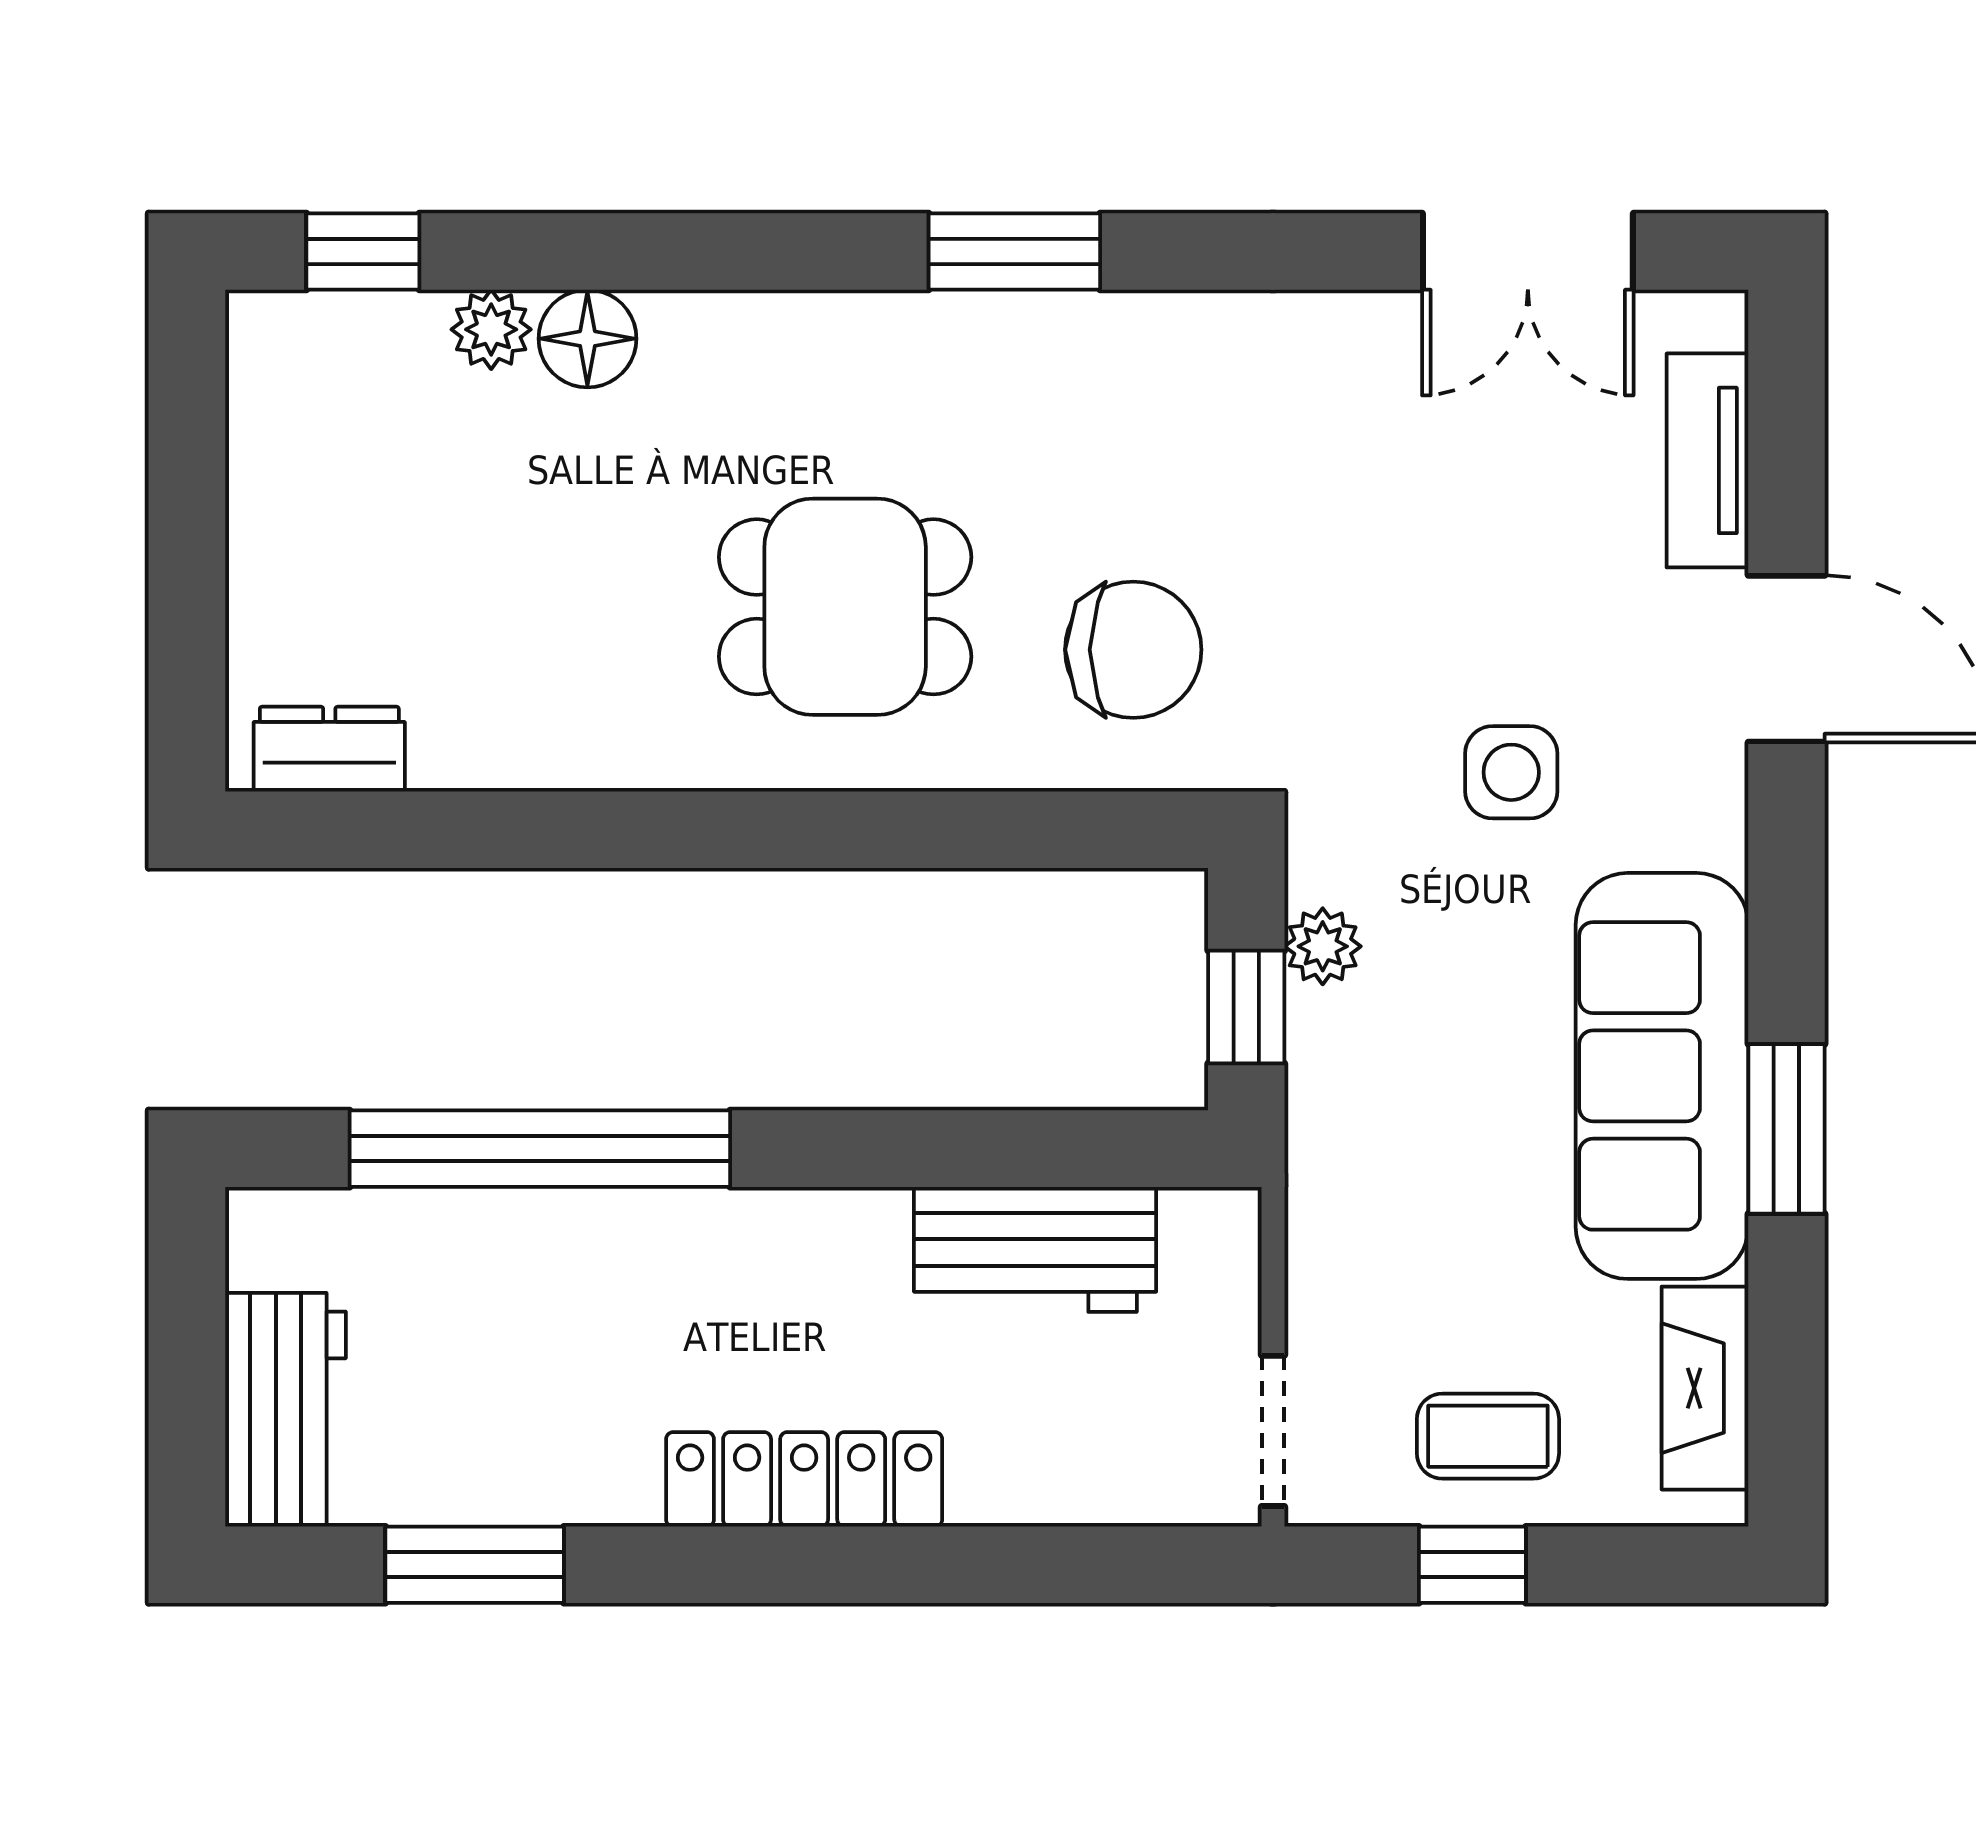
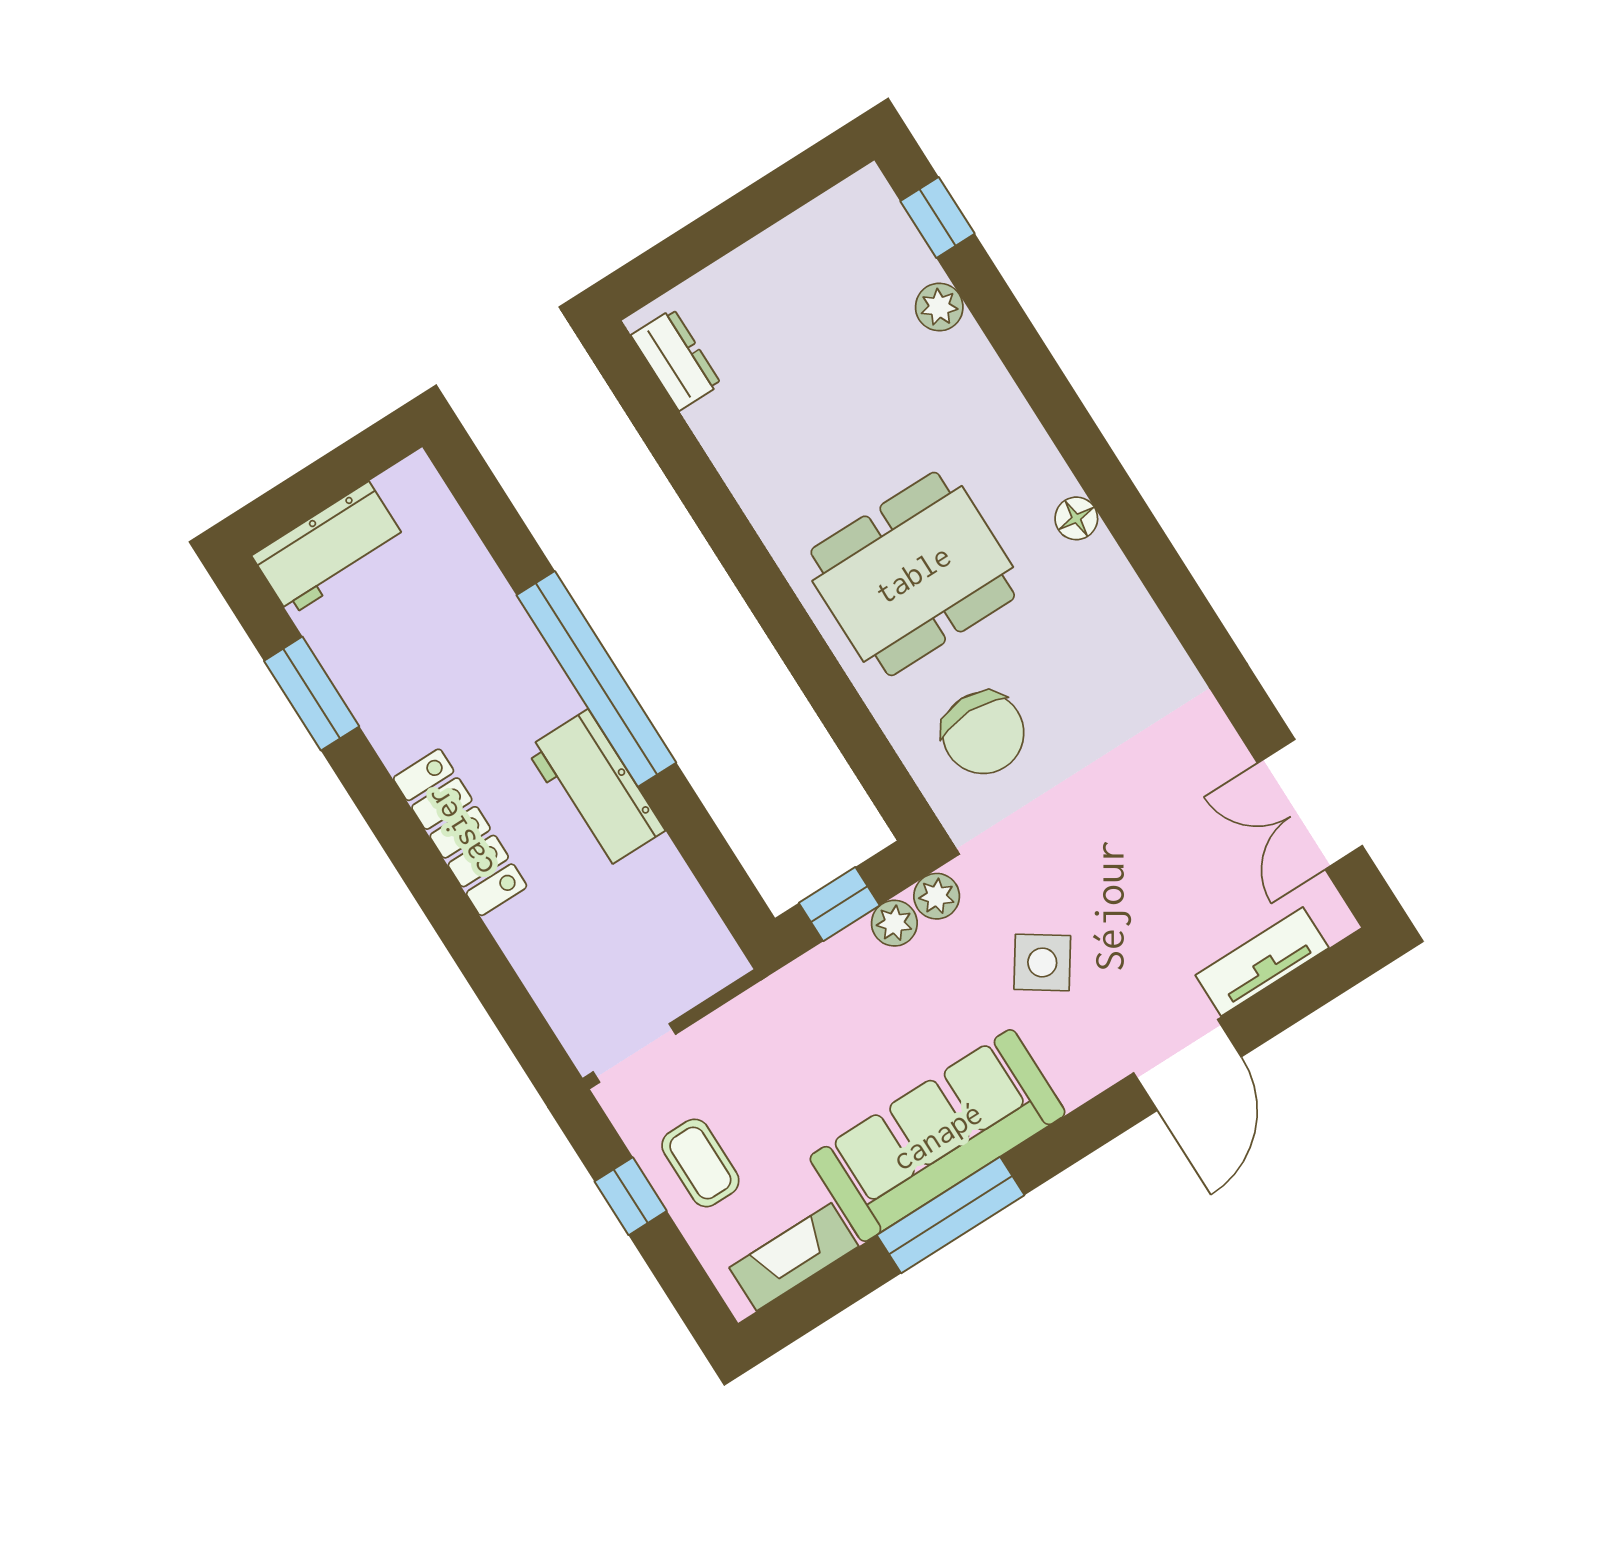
window: (1014, 251) -> (1146, 546), removed
floor lamp: (587, 339) -> (1076, 518), moved, width x0.73, depth x0.73
dining table: (845, 607) -> (913, 574), width x1.38
side table: (1511, 772) -> (1042, 962), turned 34
plant: (1323, 862) -> (937, 896), added
window: (1786, 1129) -> (951, 1215), width x1.44
window: (540, 1149) -> (596, 679), moved
workbench: (1035, 1249) -> (595, 790), moved

